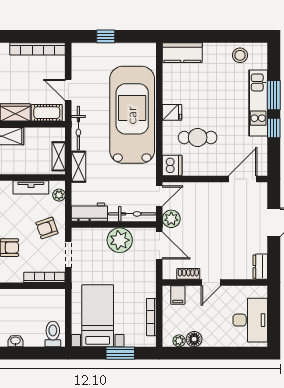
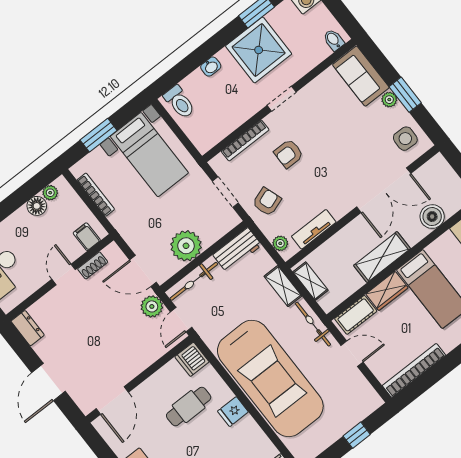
bookcase: (44, 277) -> (245, 141), moved

